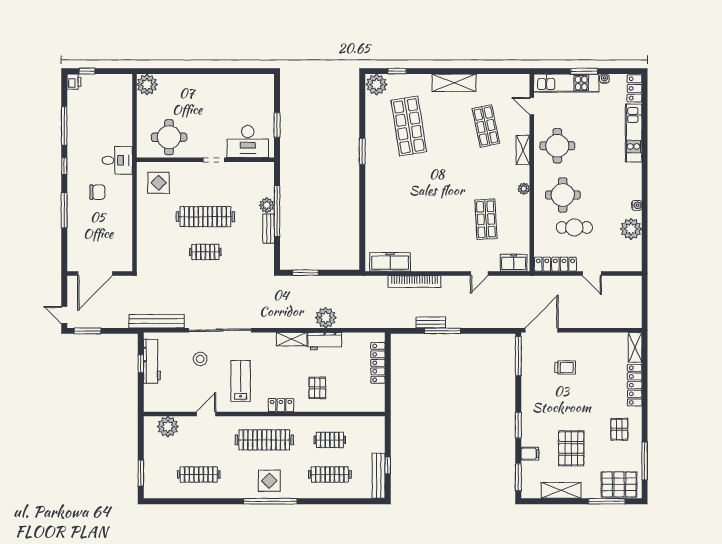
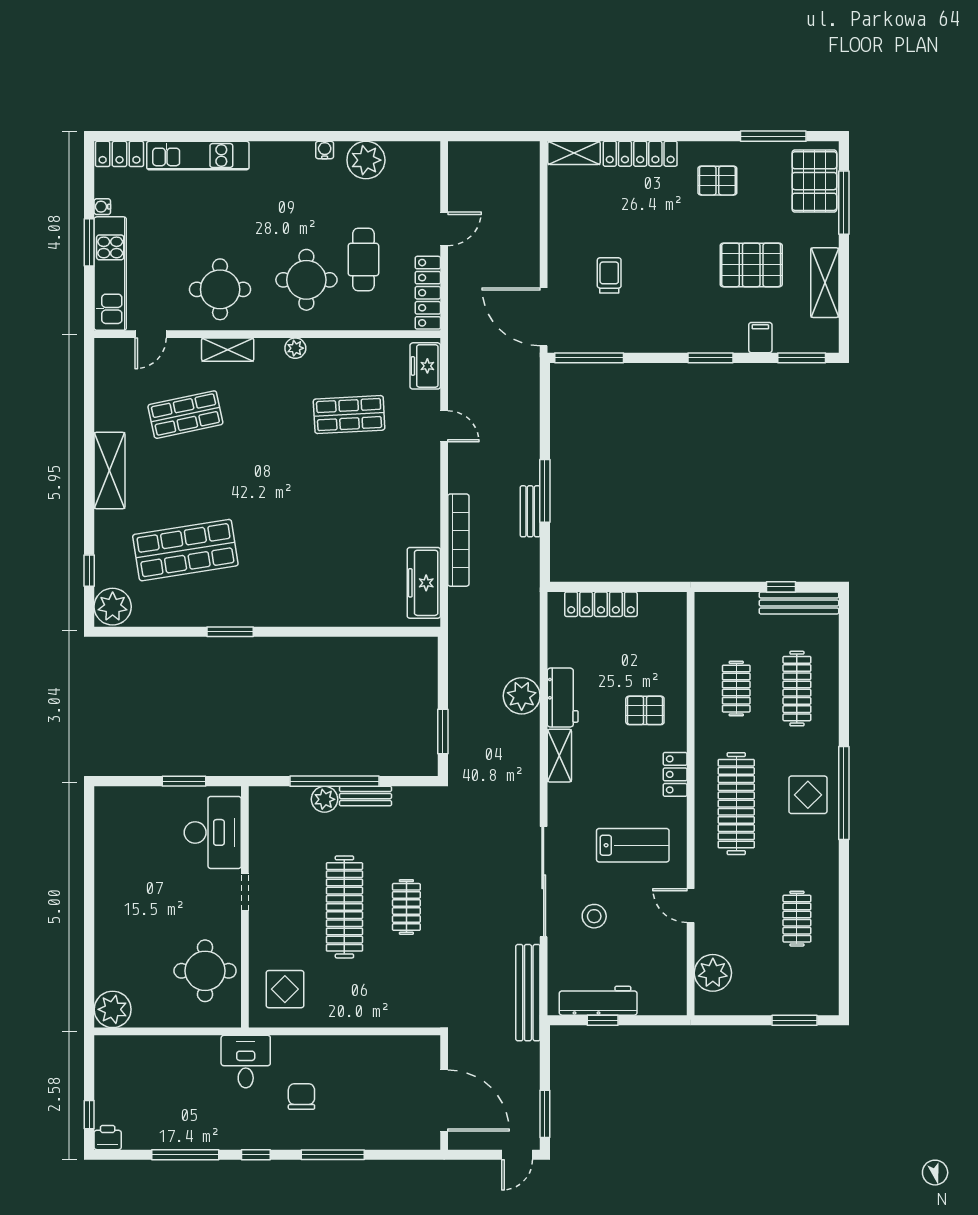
lab bench: (241, 381) -> (633, 845), turned 180
clothes rail: (199, 474) -> (797, 919), width x0.73

